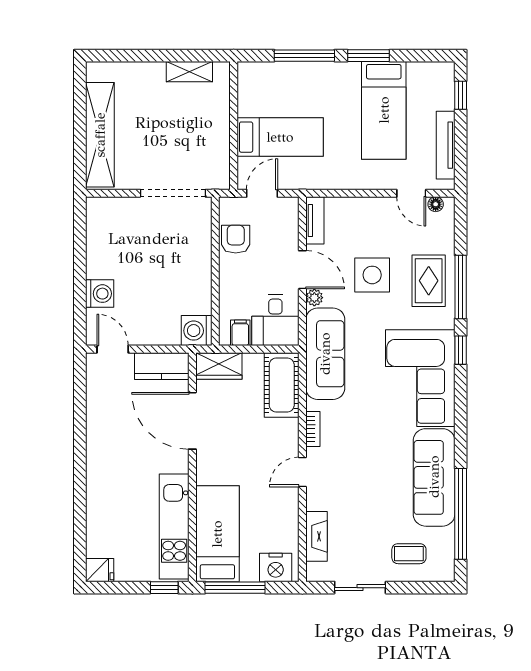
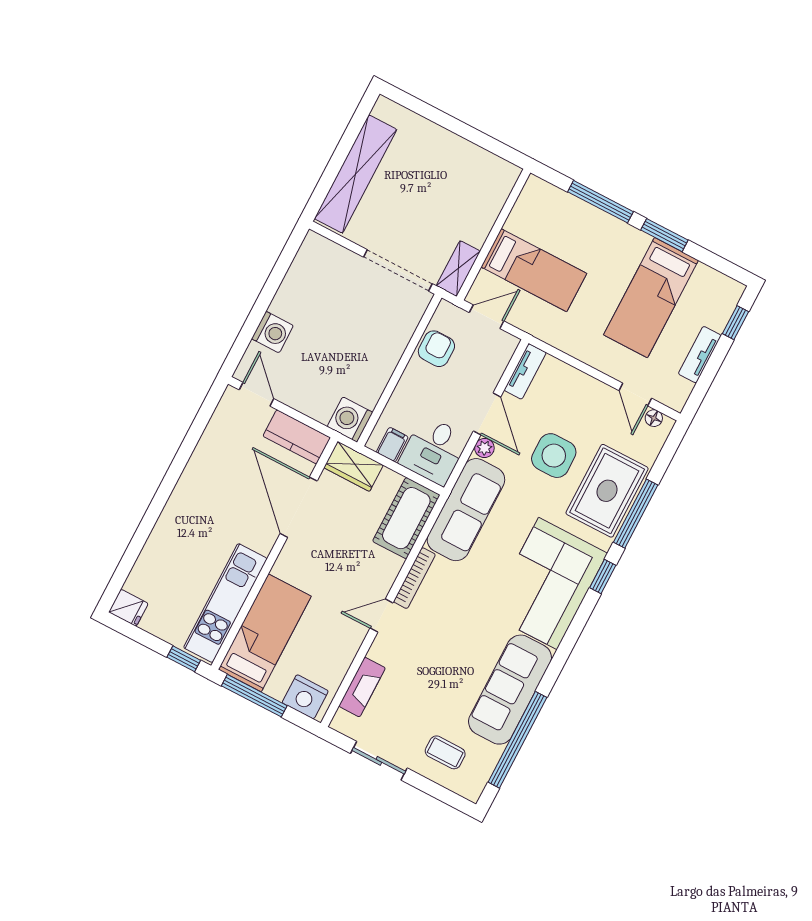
shelving: (189, 72) -> (458, 268), moved, turned 90
tv unit: (446, 145) -> (700, 355), width x0.71
rug: (429, 281) -> (607, 491), width x1.36, depth x1.43
bookcase: (313, 429) -> (414, 578), width x1.56

